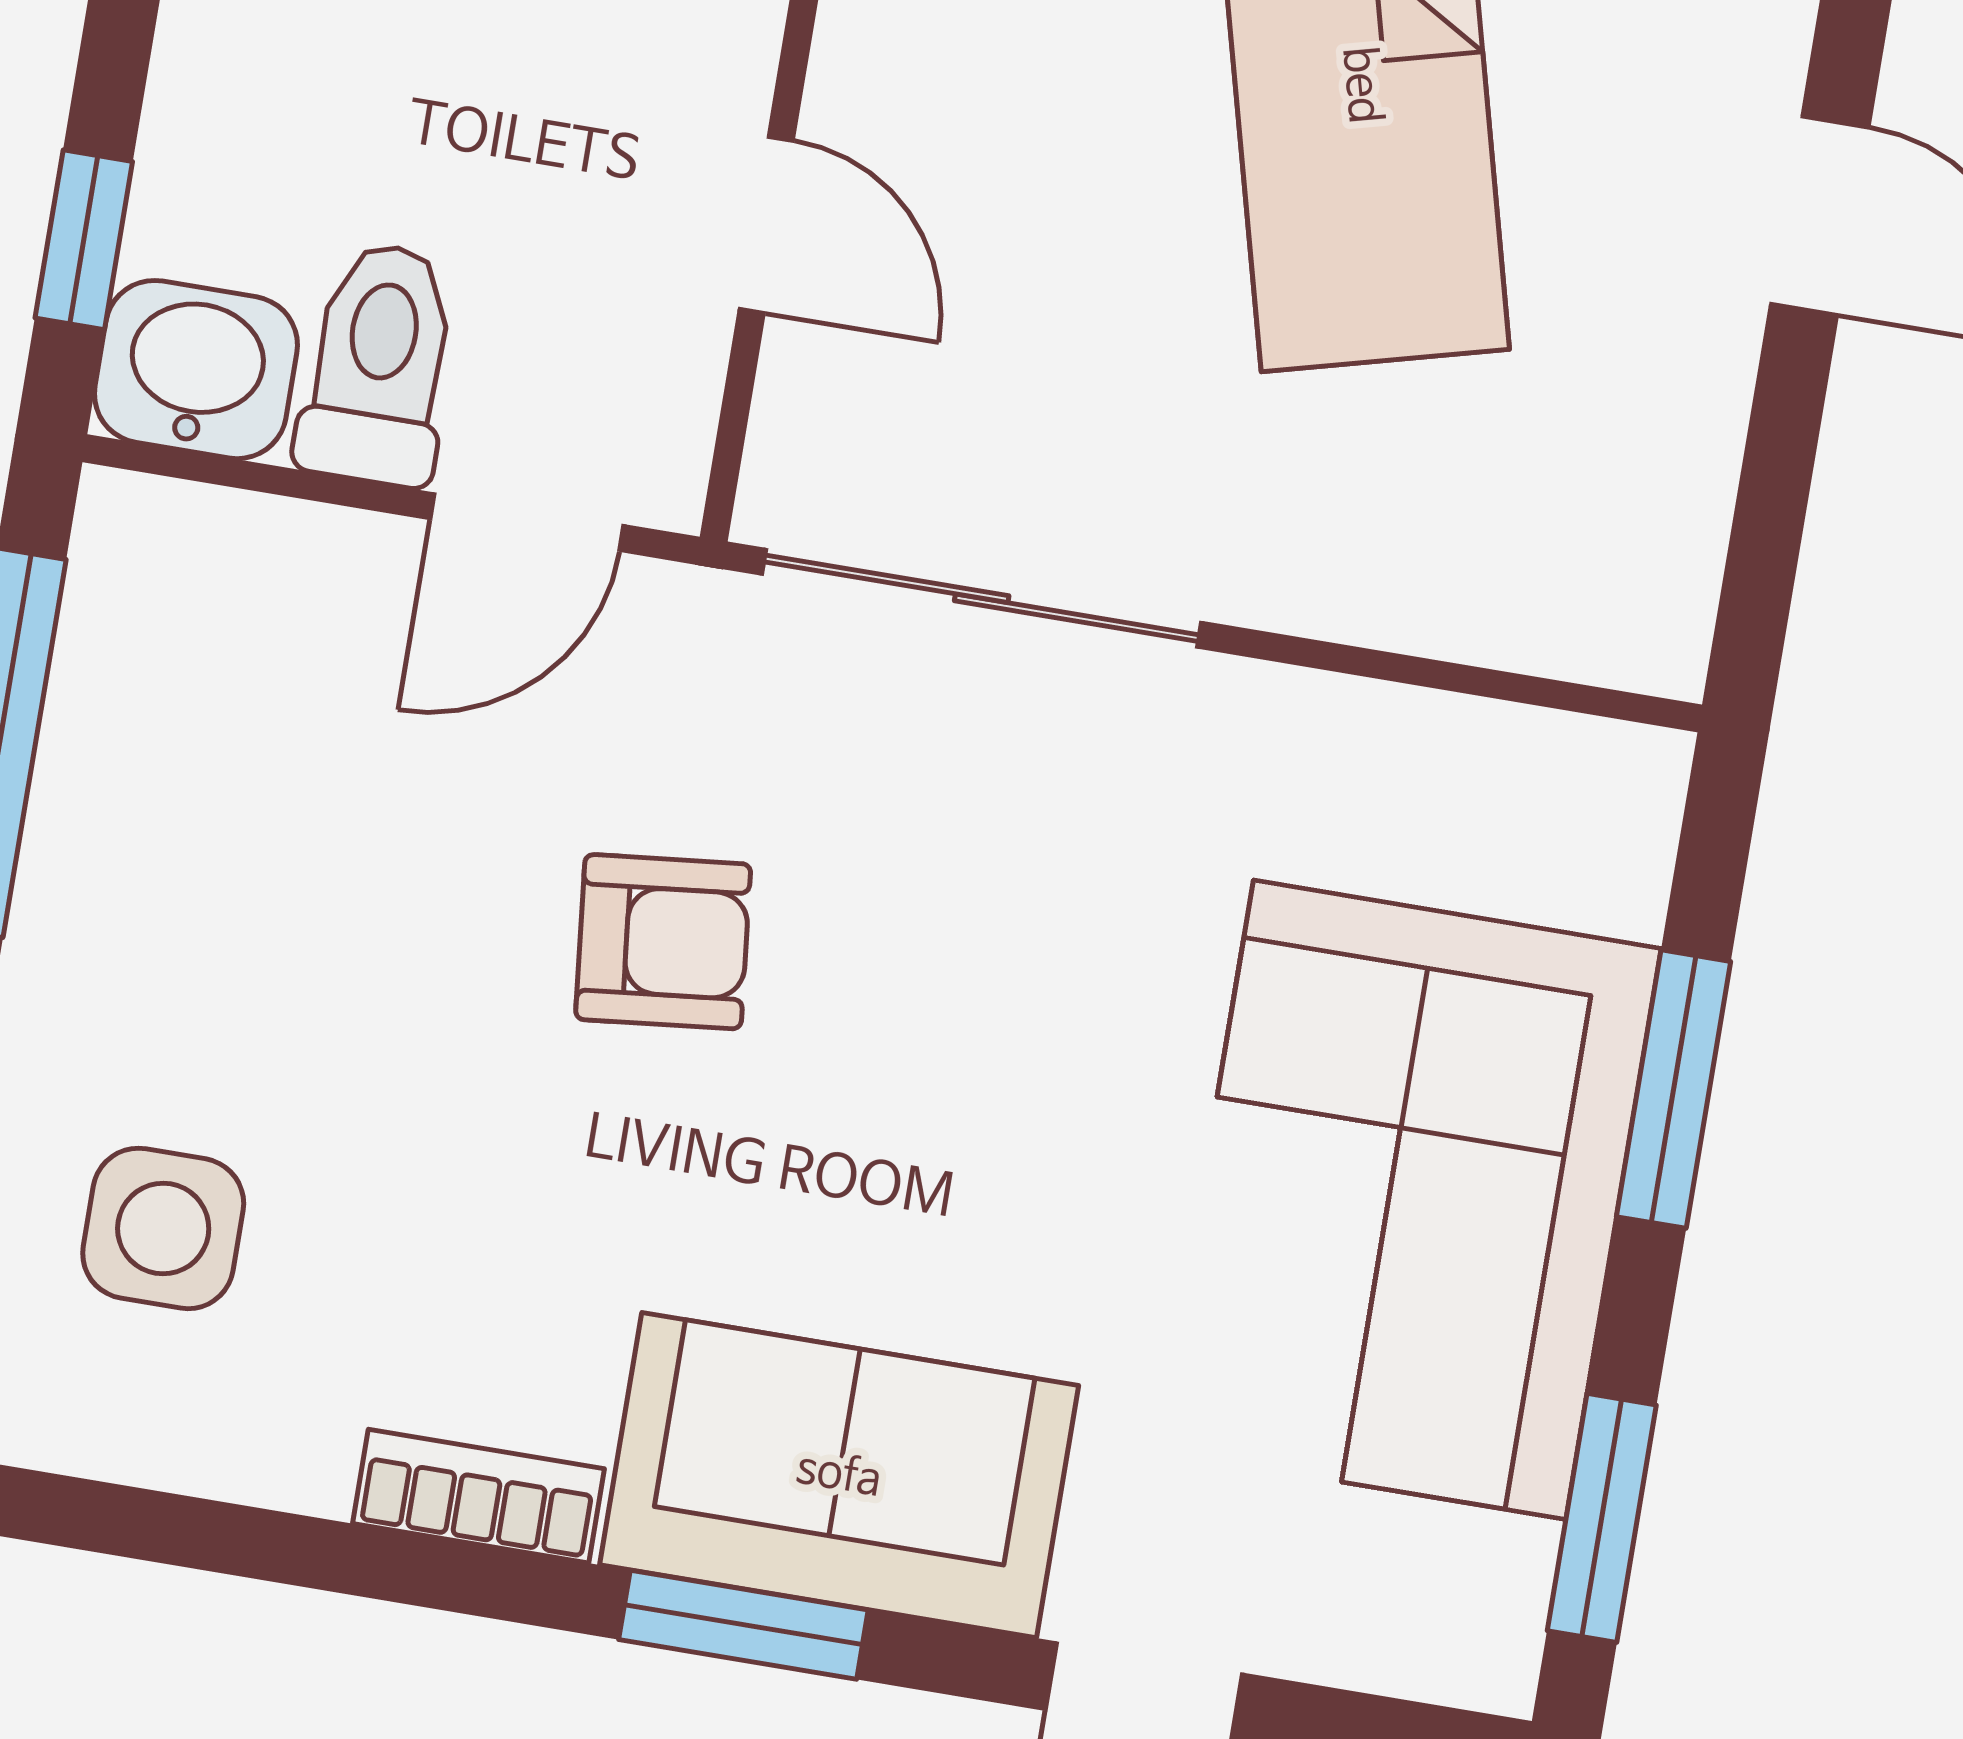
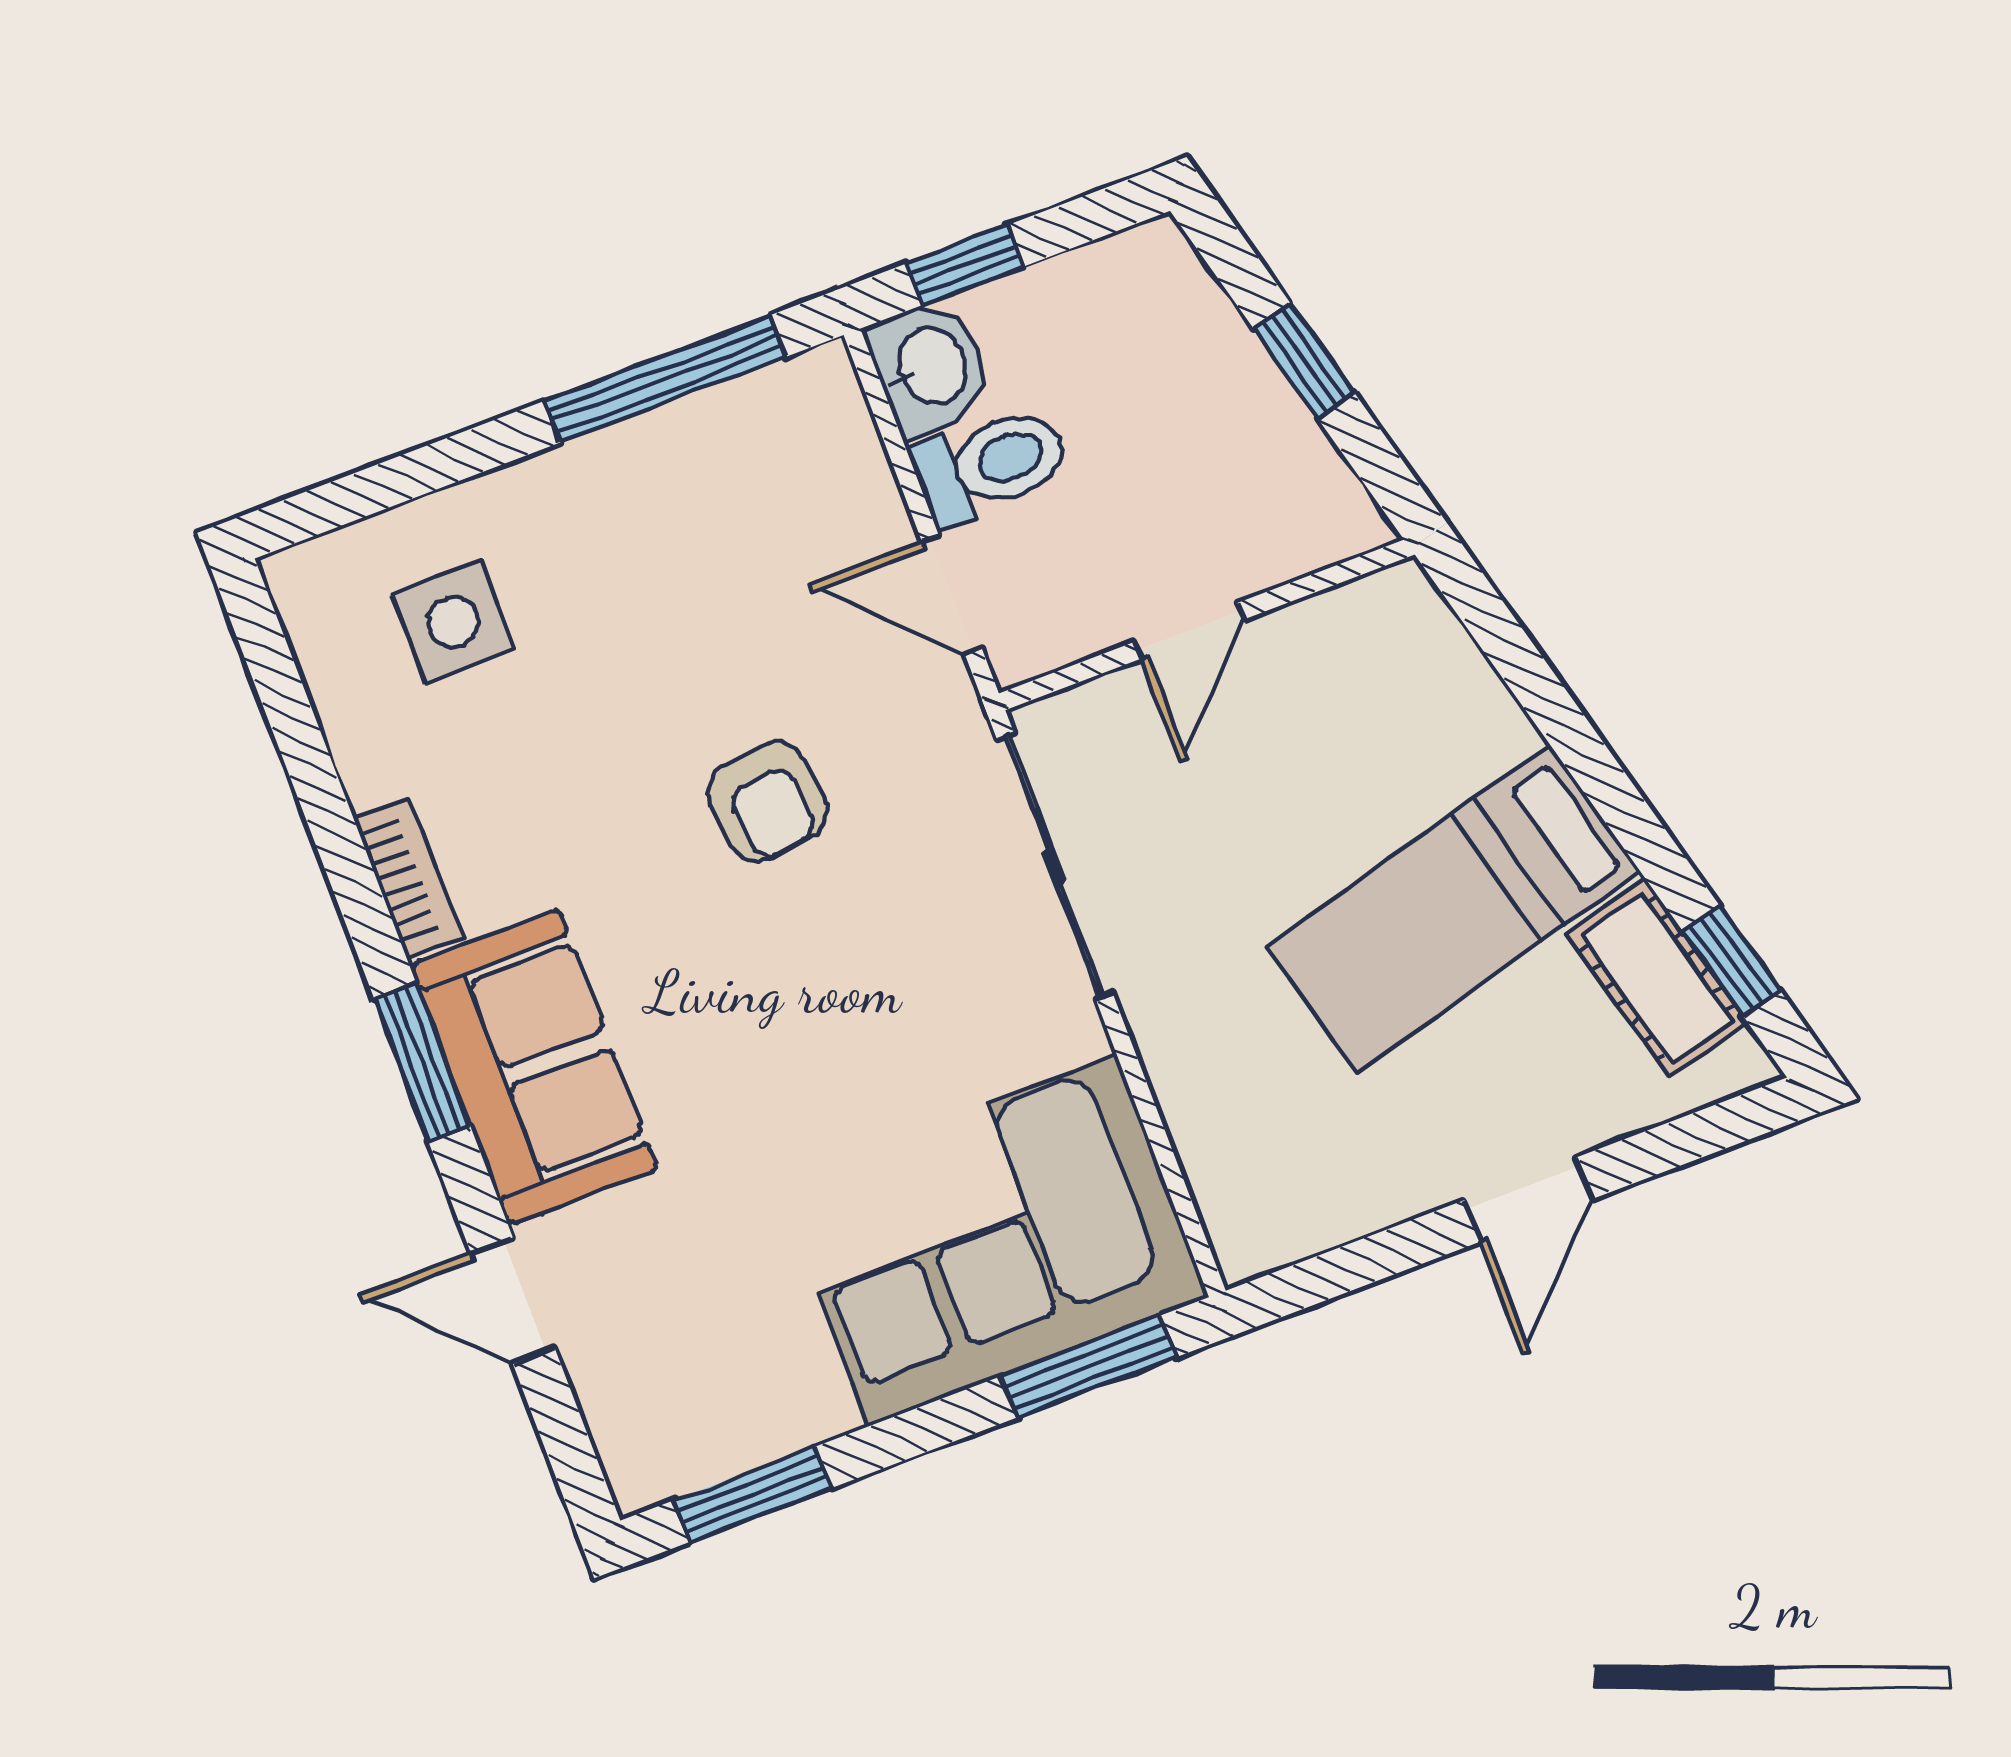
window: (1674, 1089) -> (1089, 1367), moved
corner sofa: (1410, 1200) -> (993, 1240), moved

